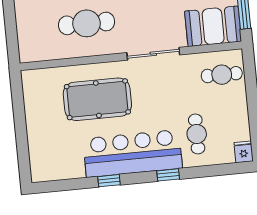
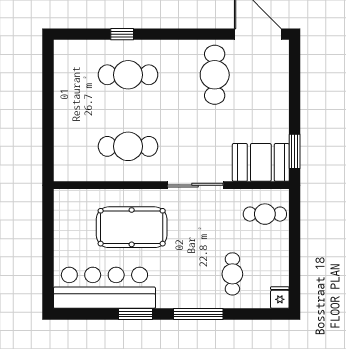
bar counter: (133, 153) -> (104, 288), moved
window: (168, 175) -> (198, 314), width x2.17
window: (109, 181) -> (135, 314), width x1.50

